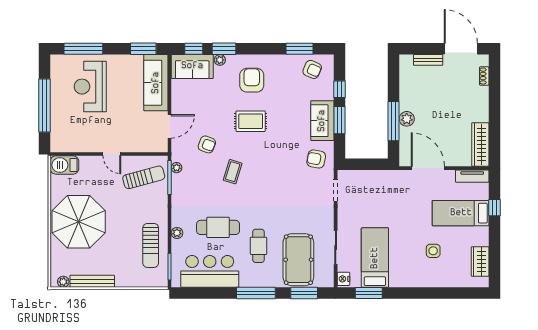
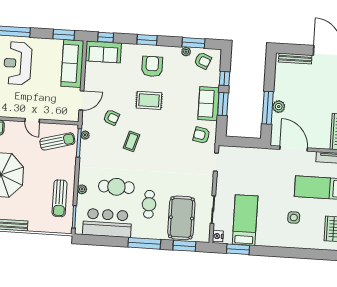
window: (224, 49) -> (147, 40), moved
plant: (220, 60) -> (186, 52), moved
bench: (428, 60) -> (295, 59), width x1.36

